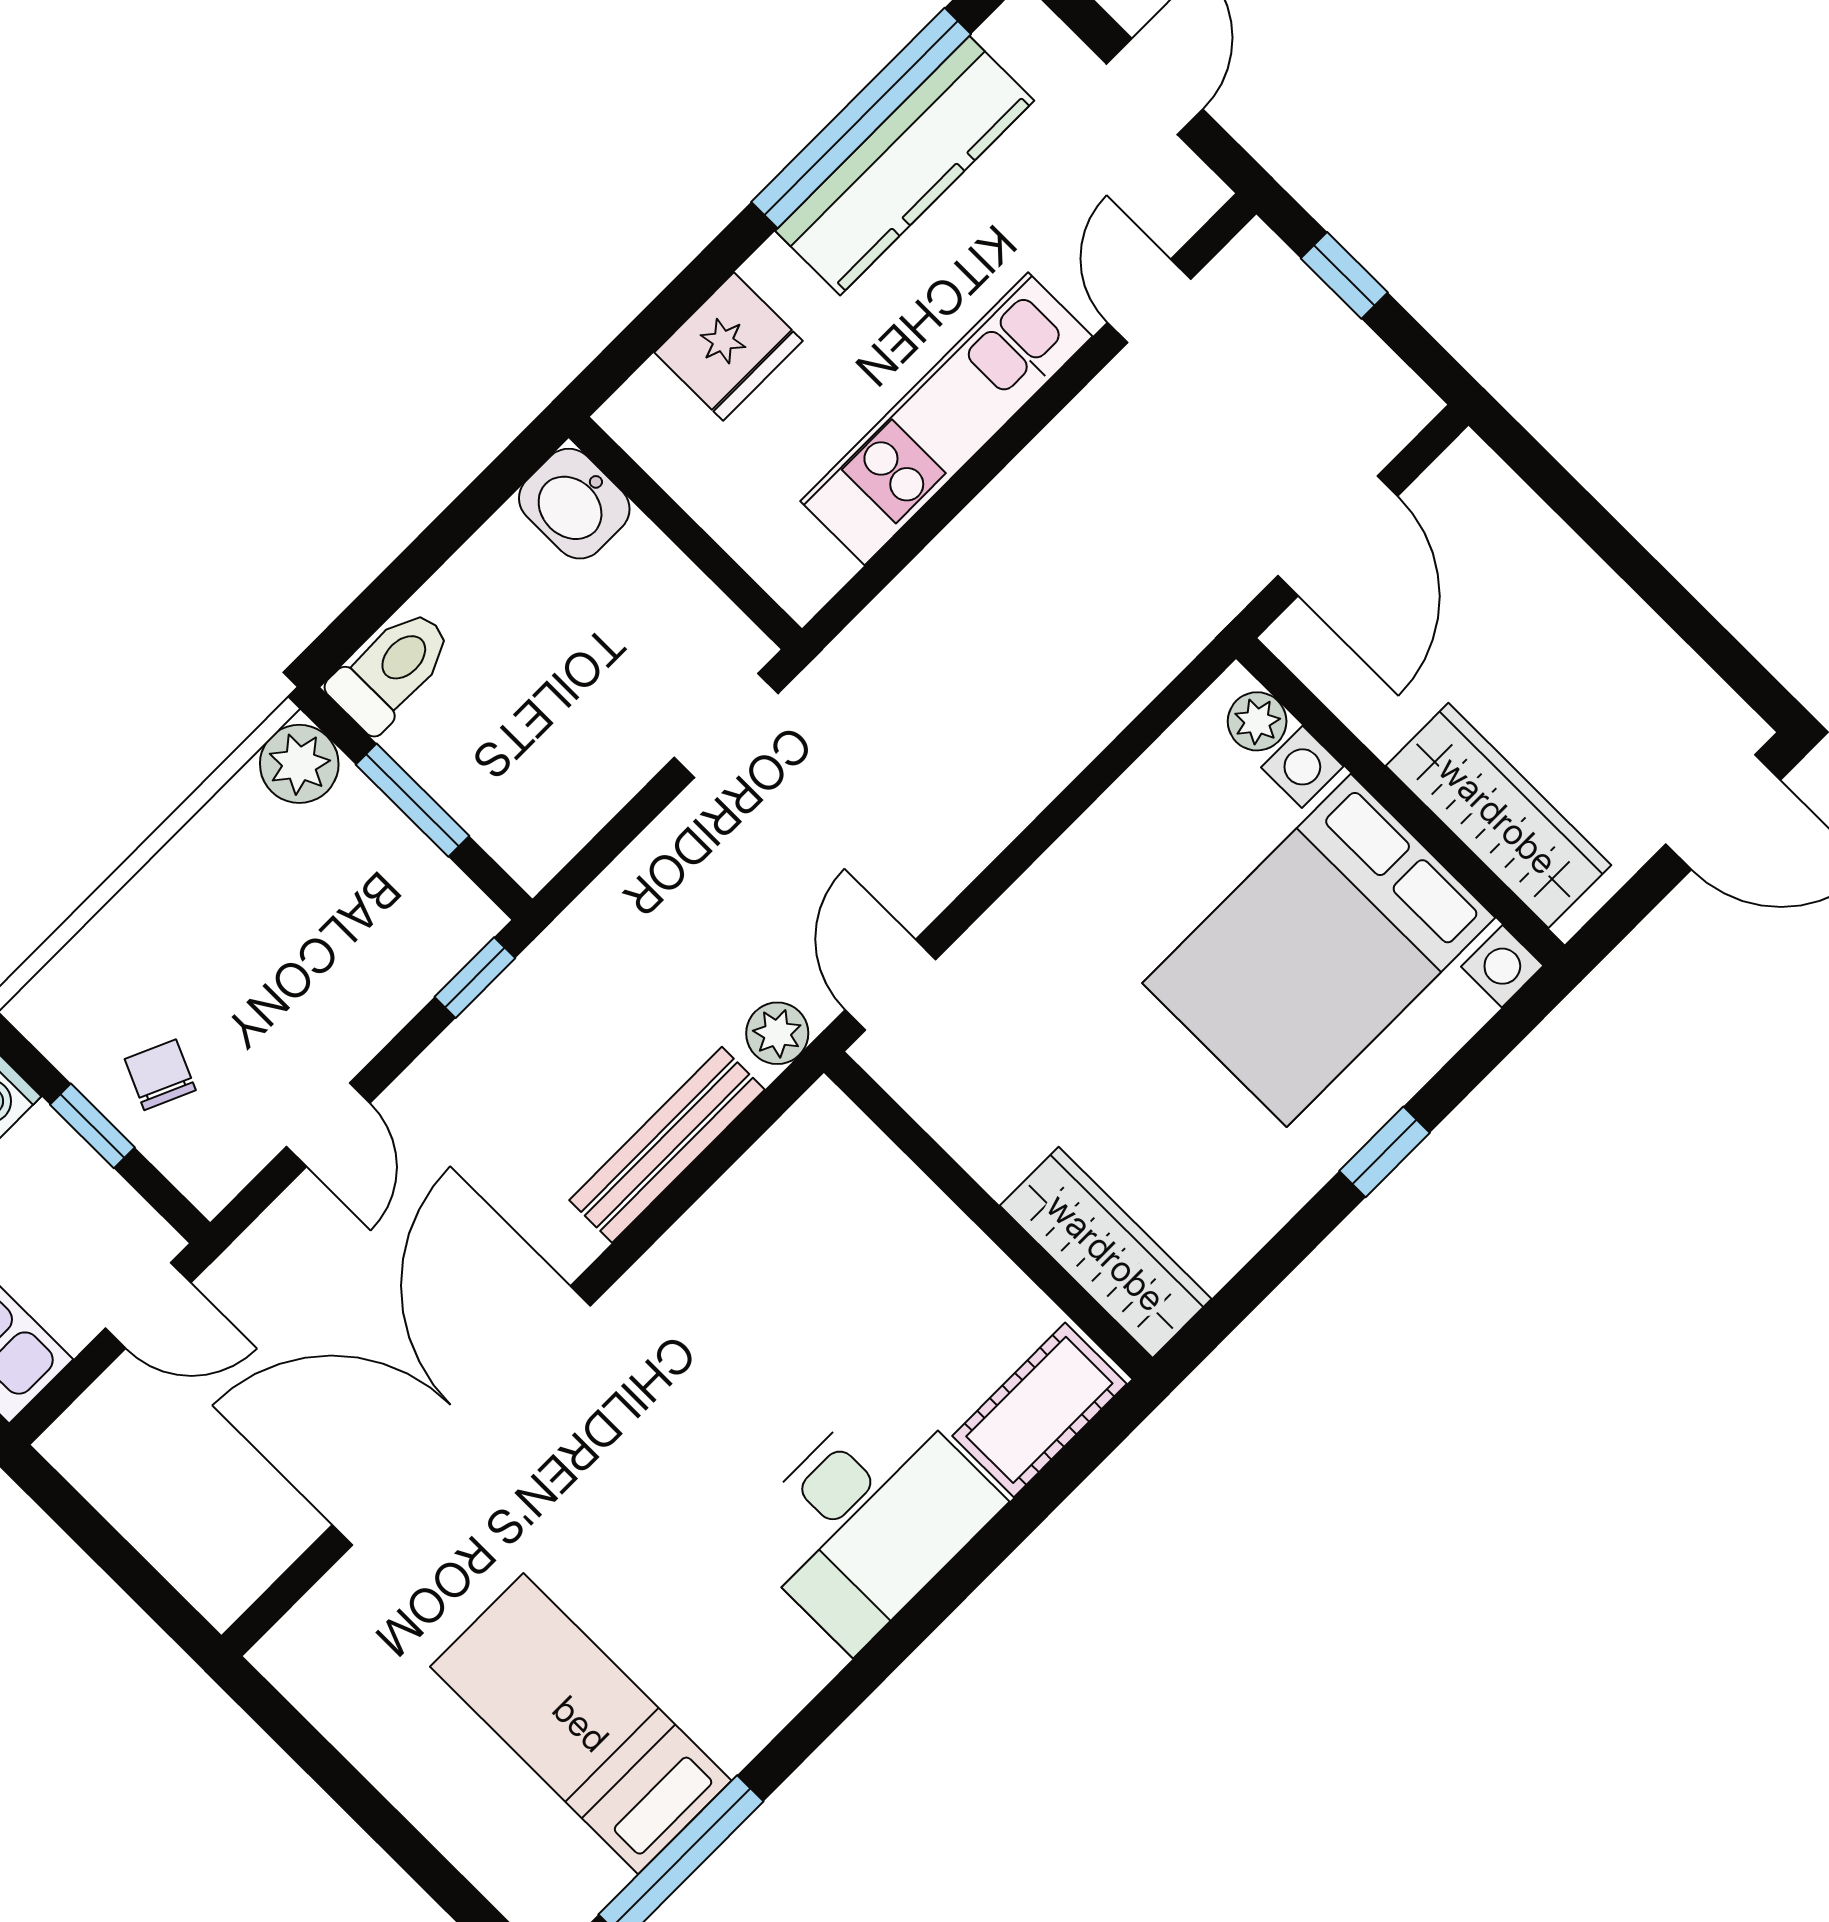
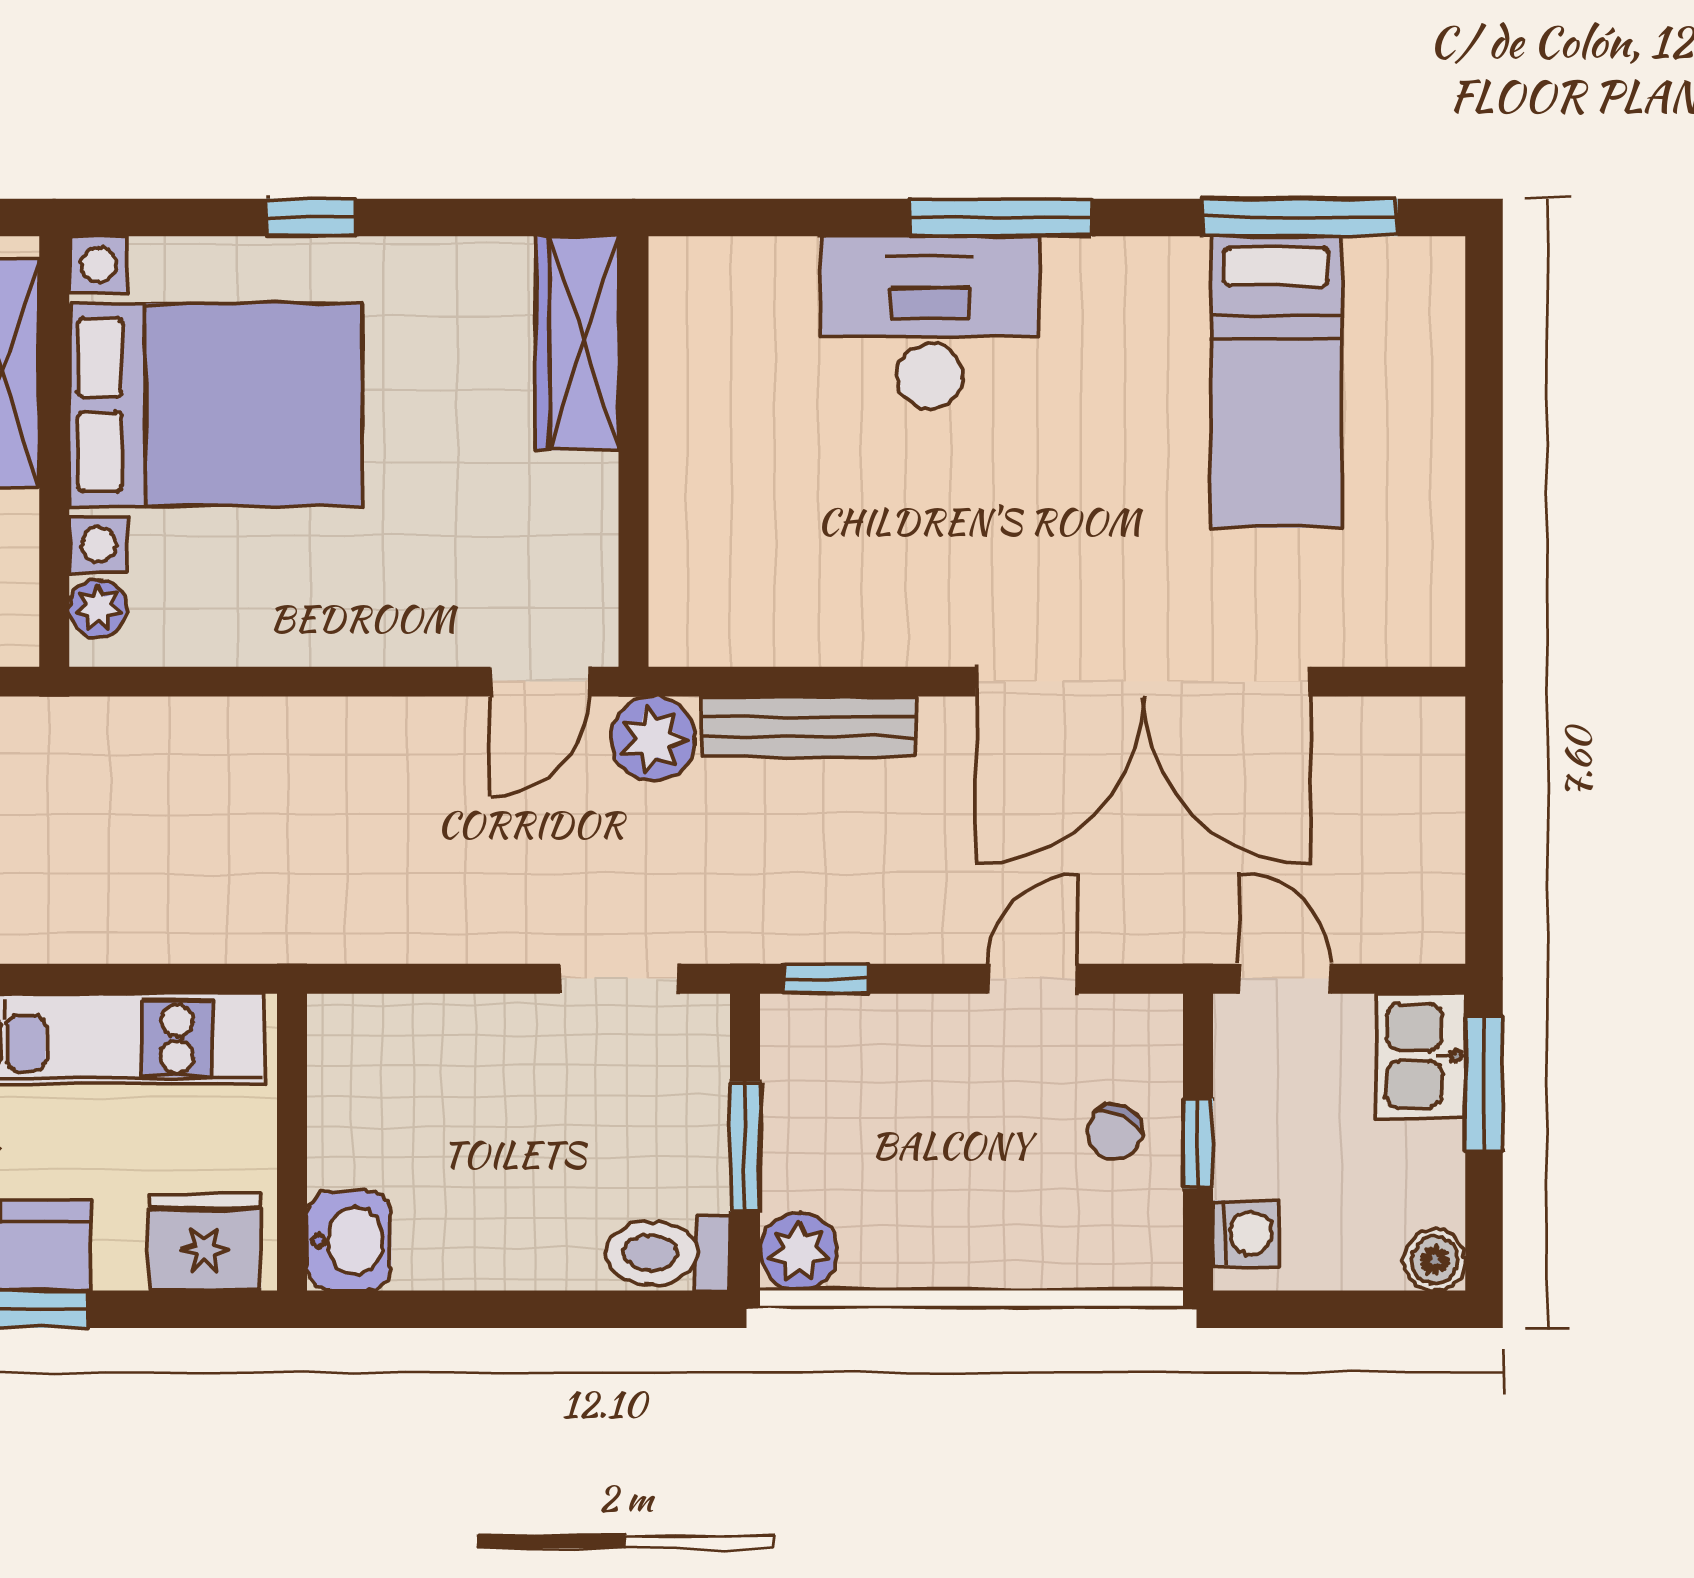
washbasin: (574, 504) -> (349, 1241), moved
wall: (685, 533) -> (292, 1142), moved
doorway: (726, 725) -> (619, 979), moved
plant: (777, 1033) -> (653, 739), width x1.38, depth x1.38
cot: (1039, 1410) -> (734, 279), removed
window: (894, 1644) -> (1001, 217), added

